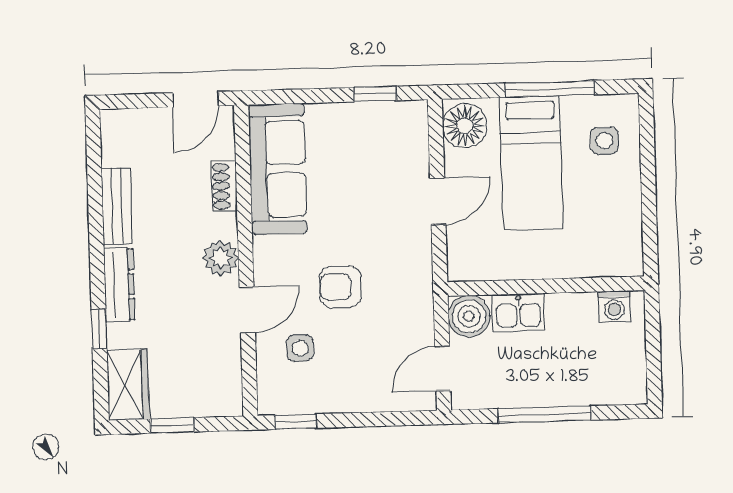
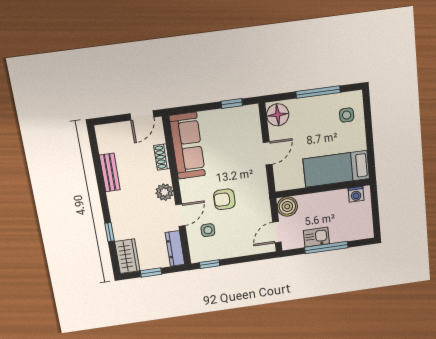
bed: (531, 163) -> (336, 169), moved, turned 90
dresser: (119, 284) -> (175, 248), moved, turned 180
kitchen sink: (519, 313) -> (316, 237), moved, turned 180

